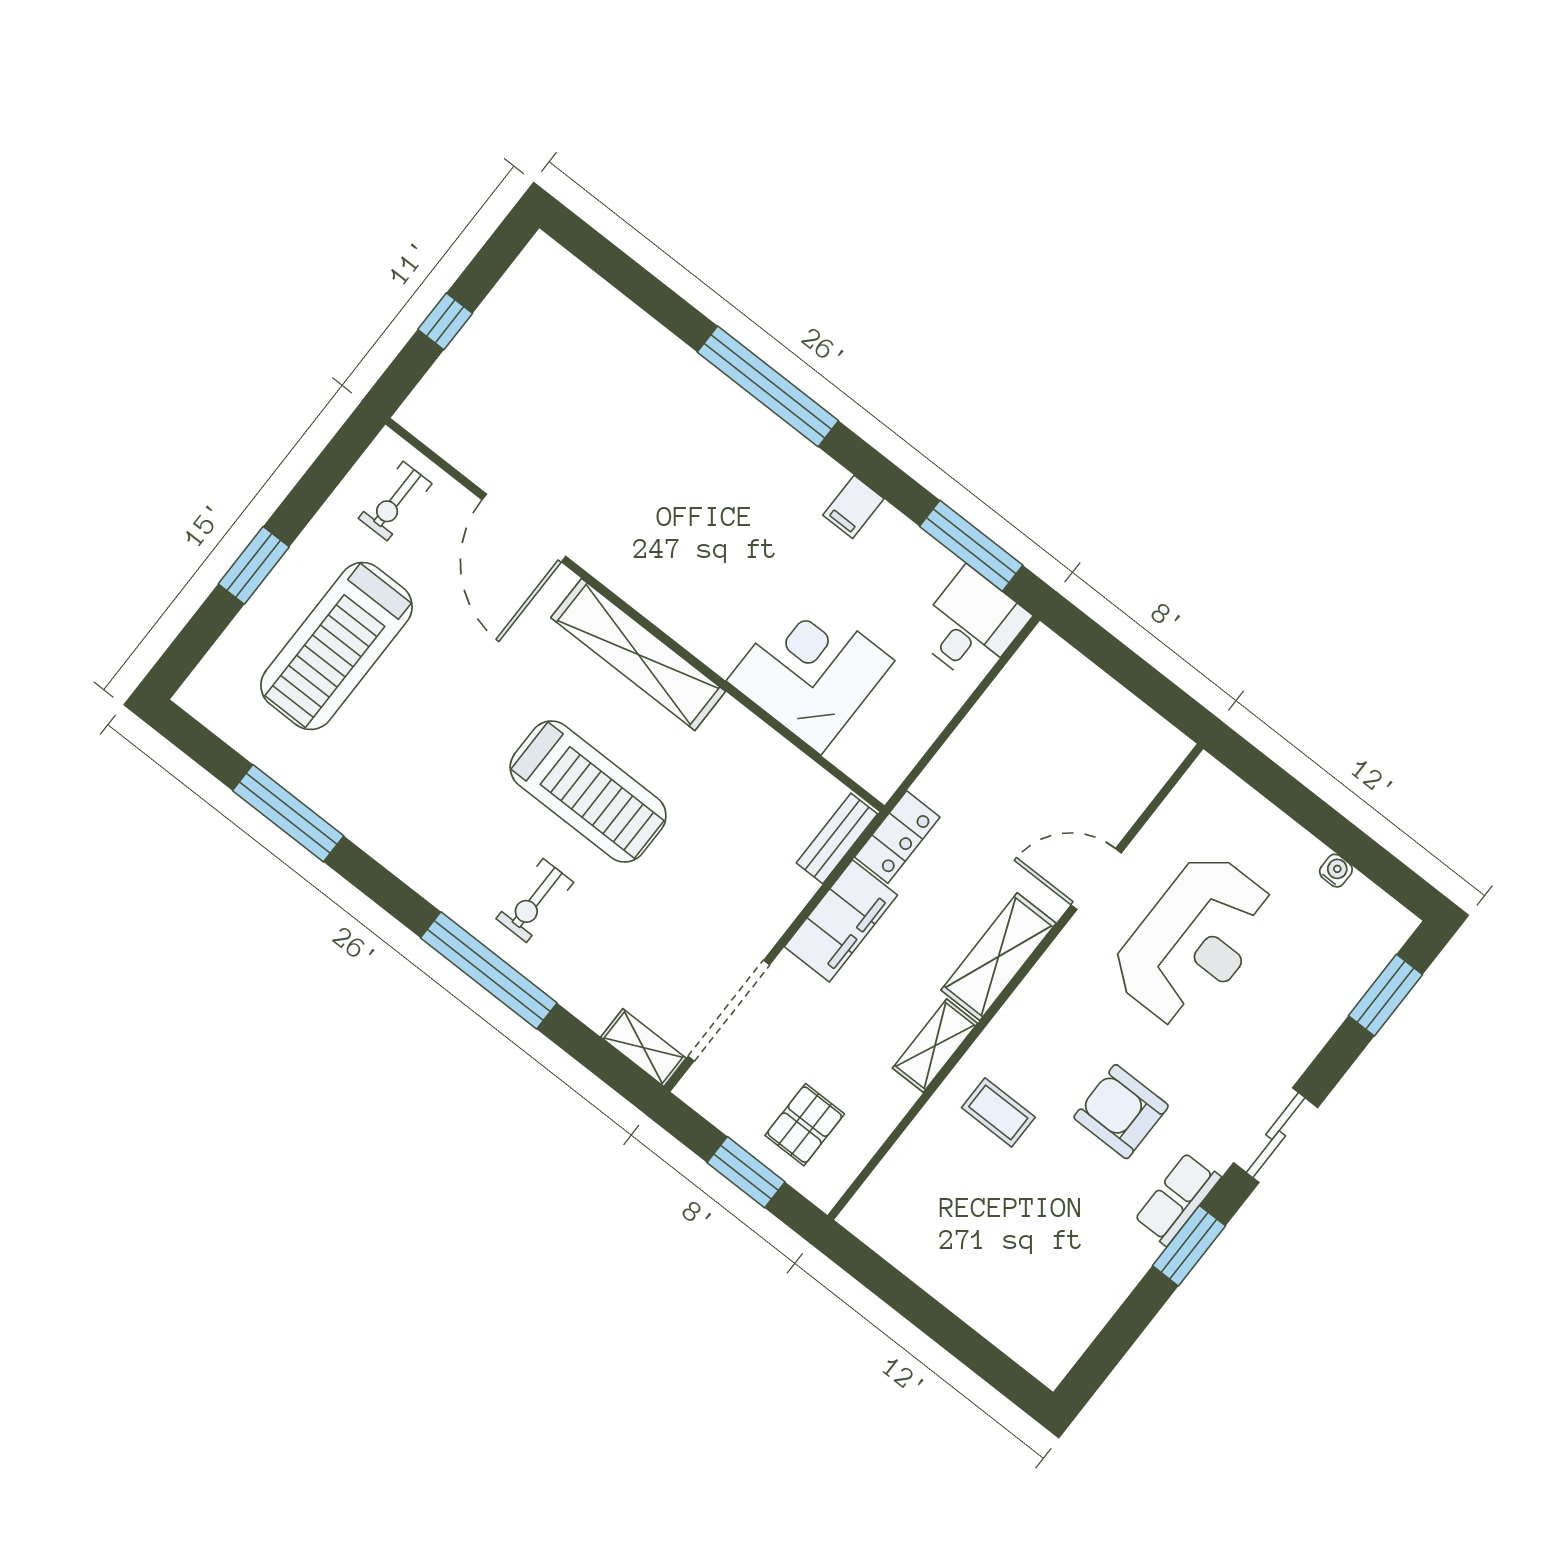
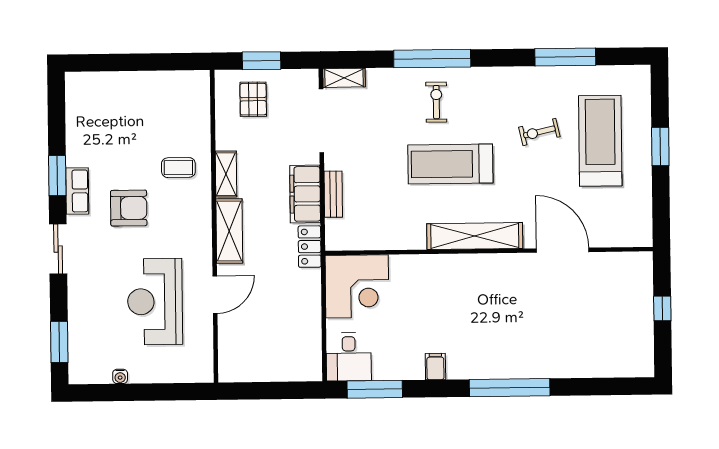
exercise bike: (395, 501) -> (539, 132), moved, turned -103
corner desk: (811, 671) -> (357, 286), moved
bench: (837, 838) -> (333, 194), moved

